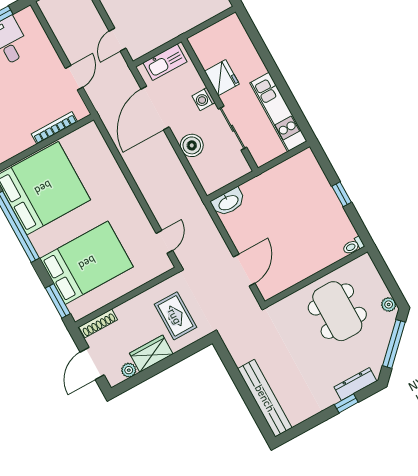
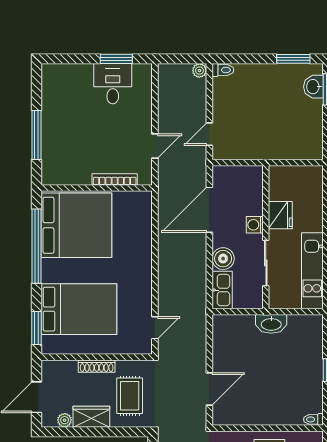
kitchen sink: (165, 62) -> (222, 290), moved, turned -90
washbasin: (228, 202) -> (271, 324), moved
shoe rack: (98, 323) -> (97, 366), moved

